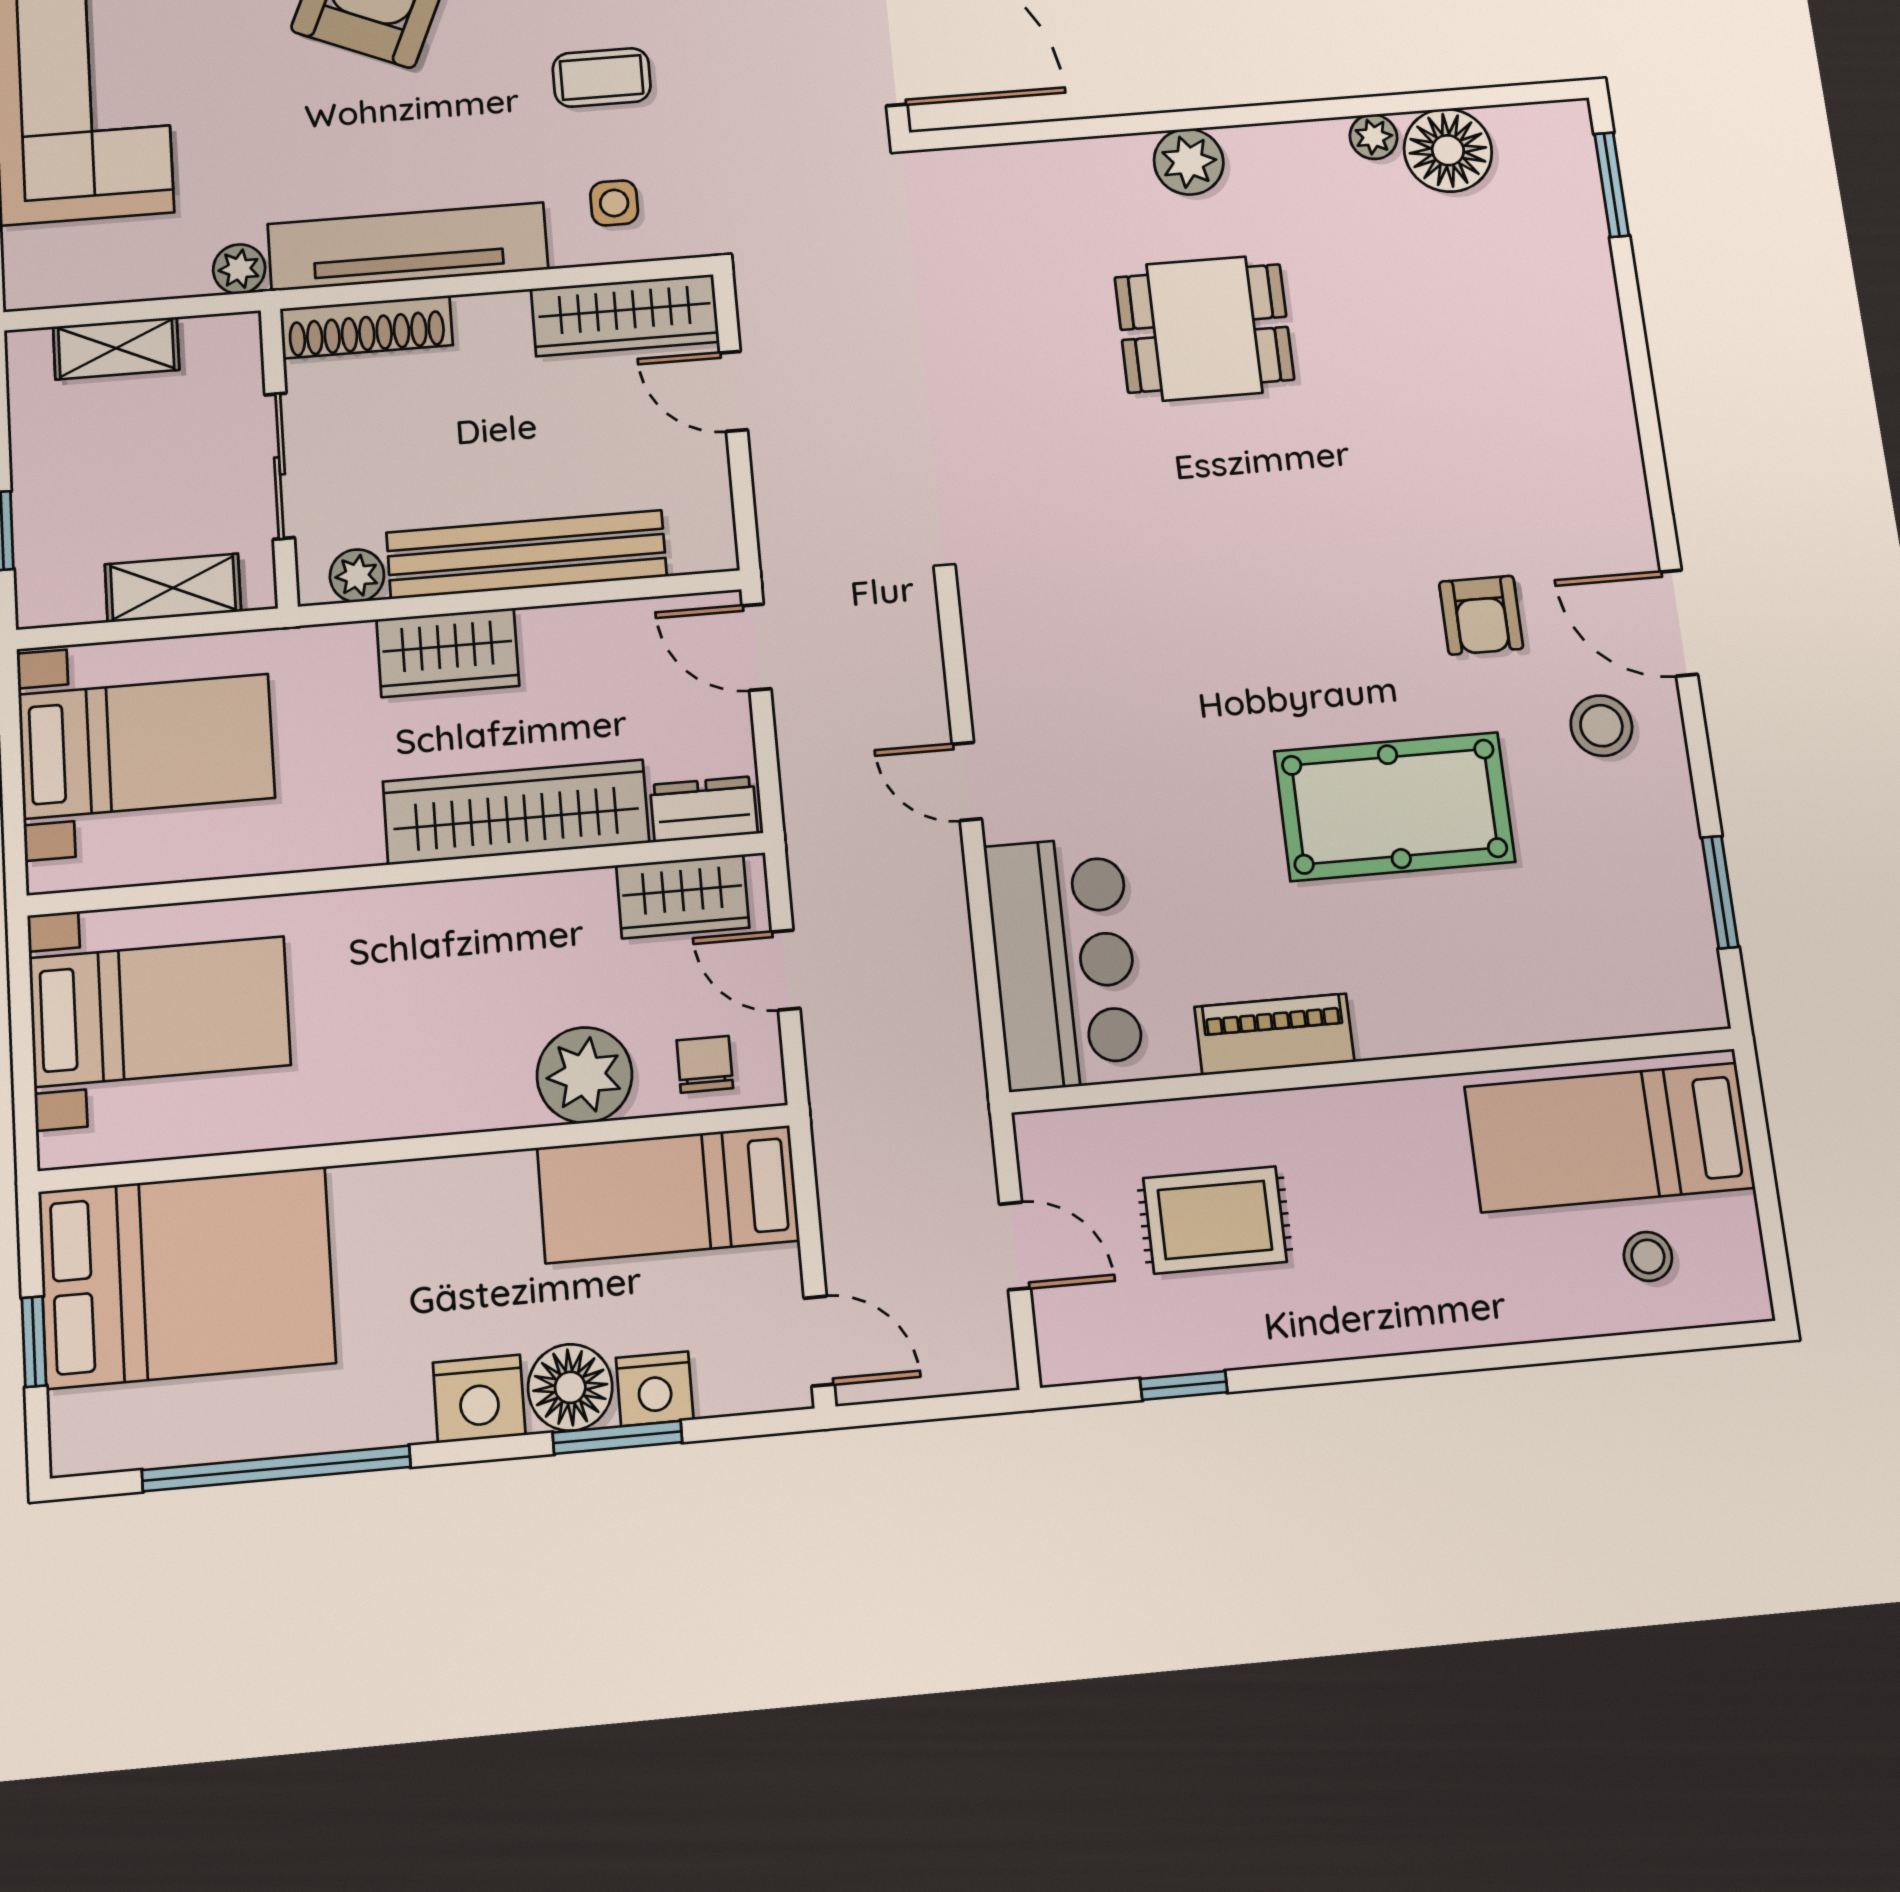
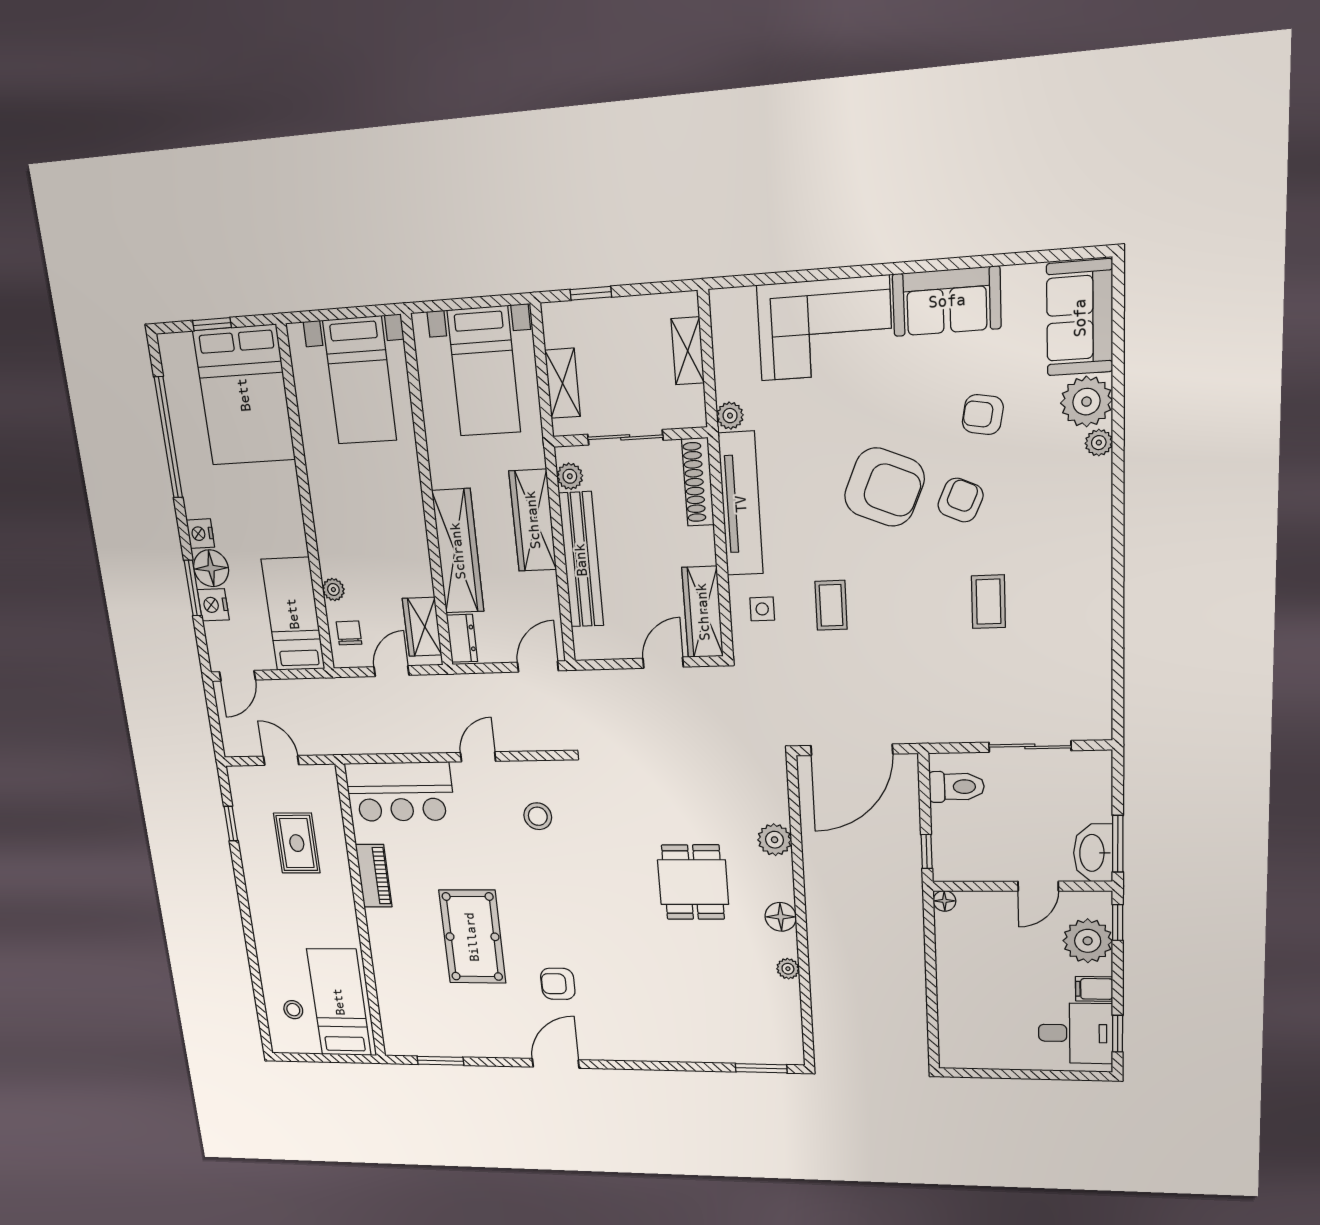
floor lamp: (1448, 150) -> (781, 917), moved, width x0.73, depth x0.73
plant: (1189, 162) -> (775, 840), moved
wardrobe: (448, 653) -> (533, 520), width x1.50
stool: (1601, 726) -> (538, 816), moved
chair: (705, 1064) -> (349, 633), turned -90
plant: (585, 1075) -> (333, 590), width x0.53, depth x0.53
door: (1015, 1246) -> (281, 760), swing flipped
nightstand: (479, 1399) -> (200, 534), width x0.74, depth x0.75

